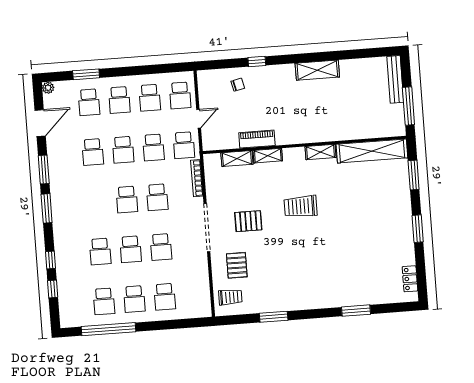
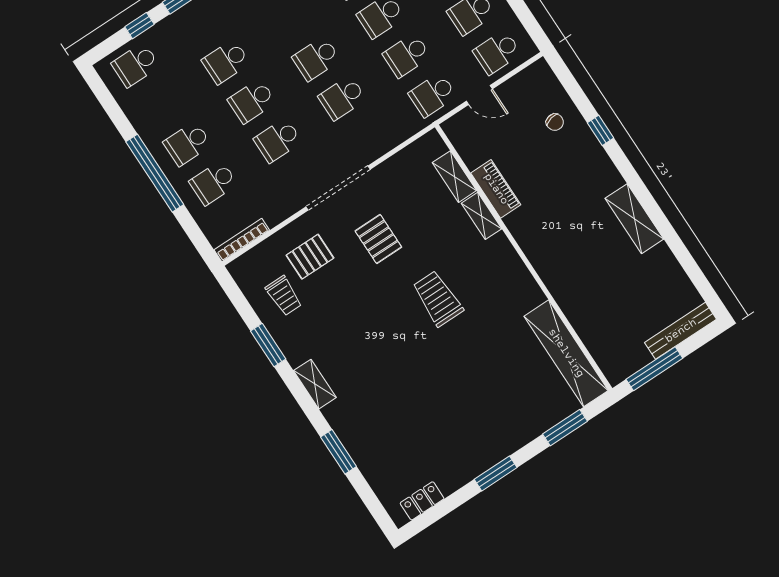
shelving: (320, 152) -> (315, 384), moved
bookcase: (197, 178) -> (242, 240), moved
trolley: (230, 297) -> (284, 296), moved
school desk: (104, 301) -> (135, 65), moved
window: (109, 329) -> (155, 173), moved

